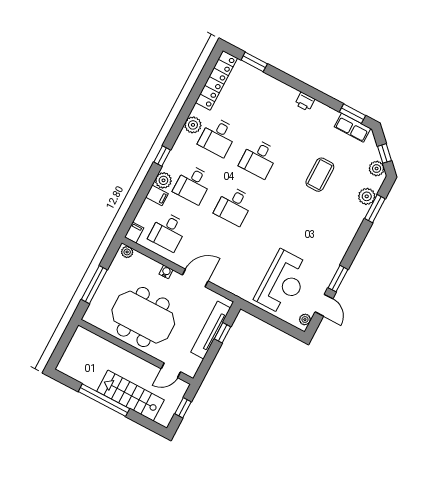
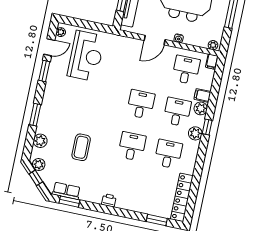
plant: (193, 125) -> (195, 133), moved
window: (375, 209) -> (35, 115), moved
reception desk: (283, 282) -> (86, 56), turned 180
door: (324, 305) -> (49, 47), swing flipped

